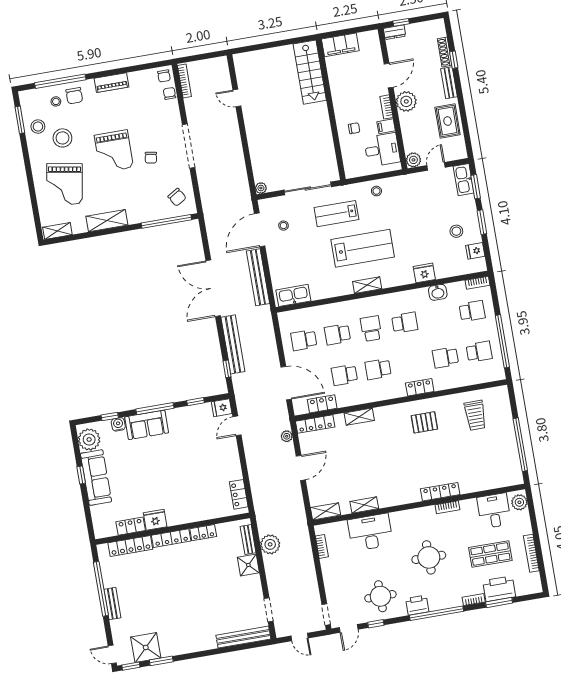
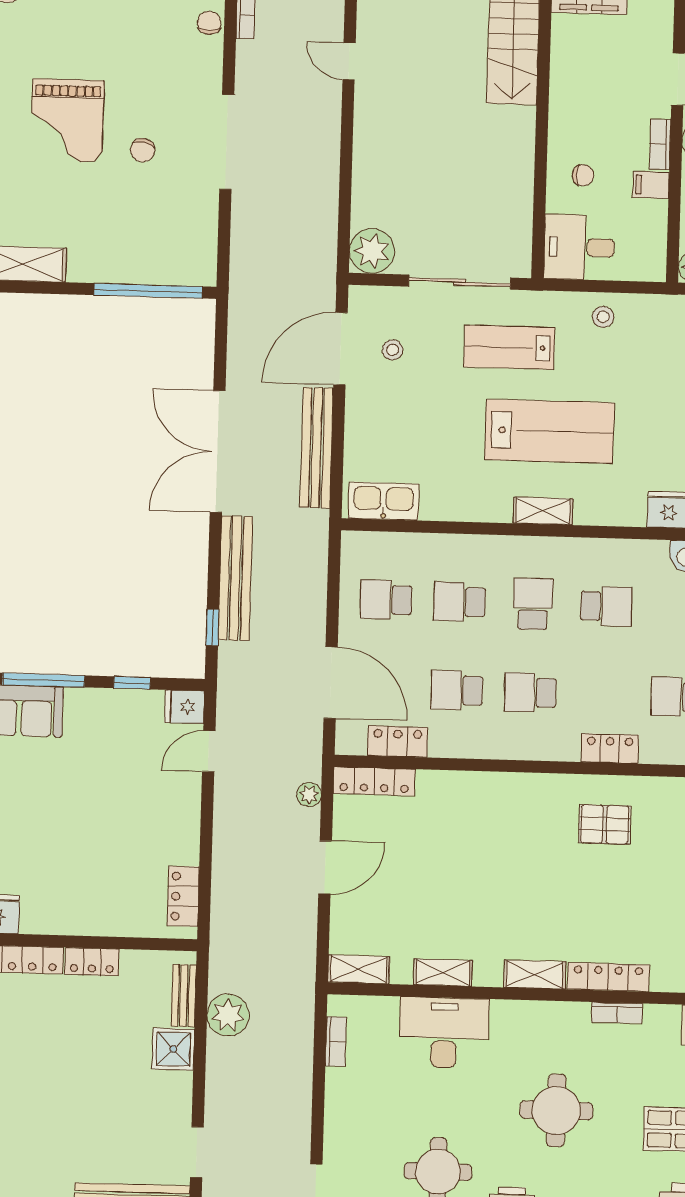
desk: (382, 150) -> (579, 247), moved, turned 180
plant: (261, 188) -> (372, 251), width x1.87, depth x1.87
chair: (177, 197) -> (181, 245), removed
shelving: (359, 417) -> (535, 974), moved

